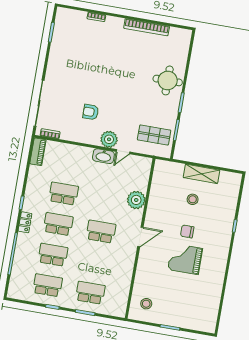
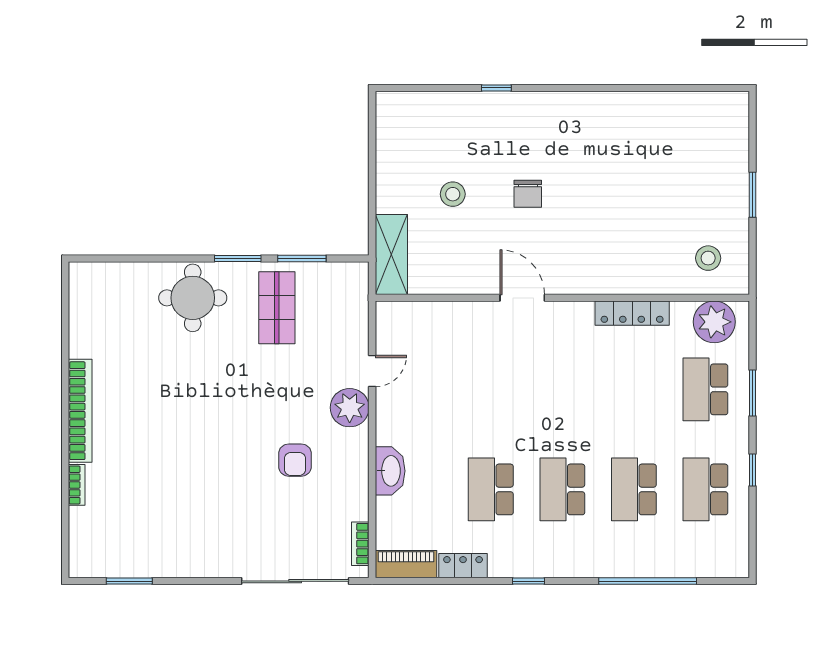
bookcase: (147, 27) -> (80, 411), moved
shop shelf: (154, 135) -> (277, 308), moved
door: (123, 152) -> (372, 371), hinge flipped
washbasin: (103, 156) -> (390, 471), moved
shelving: (201, 174) -> (391, 254), moved
plant: (136, 200) -> (714, 322), moved
locker: (25, 222) -> (463, 566), moved
school desk: (101, 232) -> (562, 389), removed
door: (140, 237) -> (522, 298), moved
grand piano: (185, 259) -> (591, 188), removed
locker: (128, 267) -> (632, 313), added

